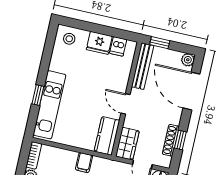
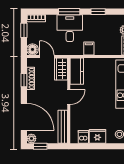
window: (160, 43) -> (40, 146), moved
door: (125, 104) -> (69, 97), hinge flipped

